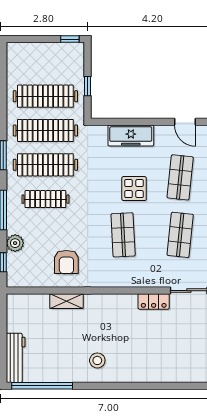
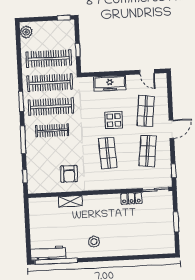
plant: (15, 243) -> (26, 32), moved
workbench: (16, 358) -> (48, 253), moved, turned -90

